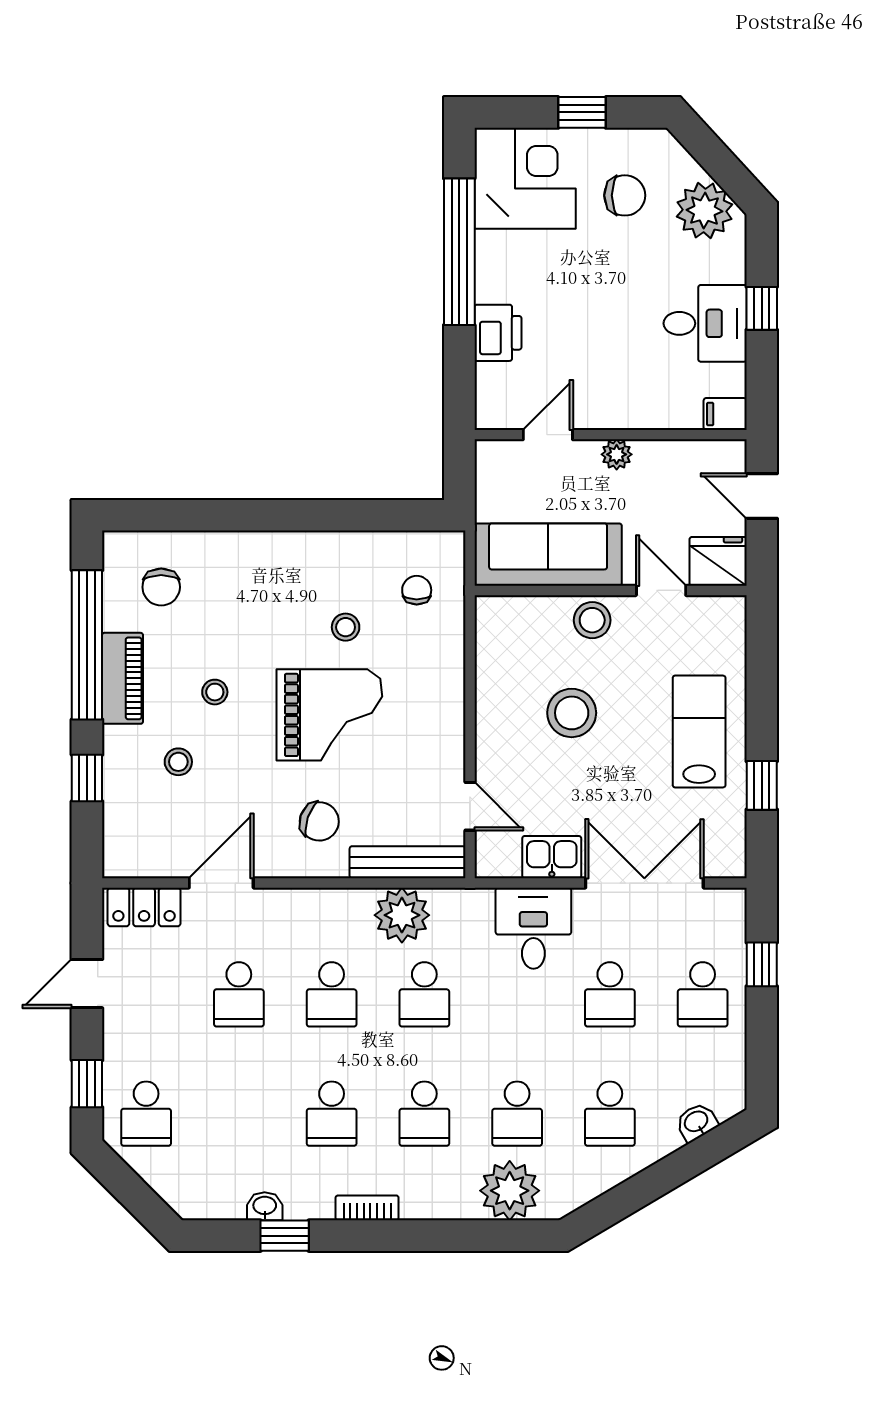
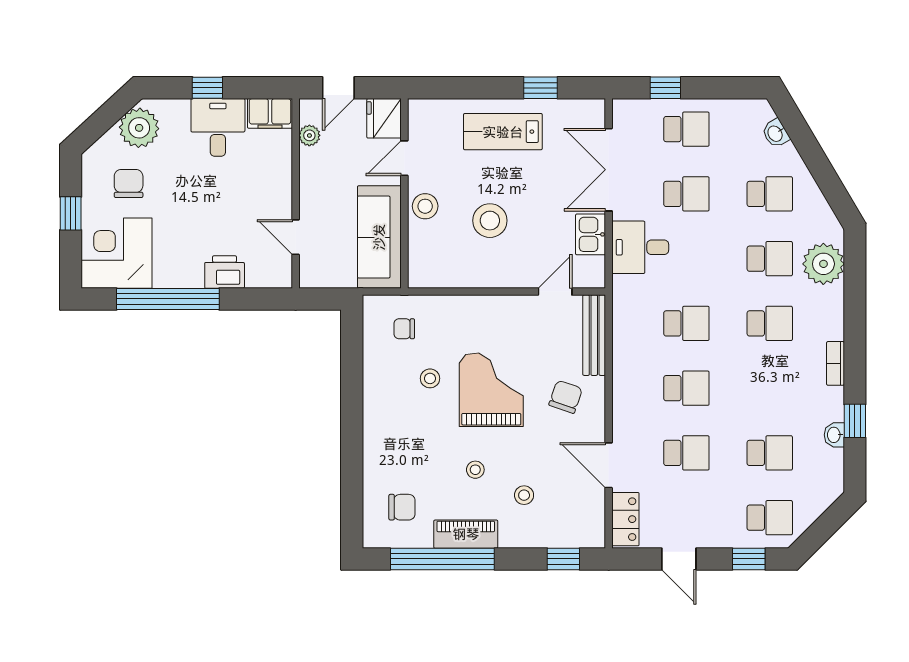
filing cabinet: (725, 414) -> (270, 113), width x2.00
plant: (617, 454) -> (309, 135), moved
window: (87, 778) -> (563, 559), moved
plant: (402, 915) -> (631, 339), removed
school desk: (332, 1114) -> (770, 453), moved

